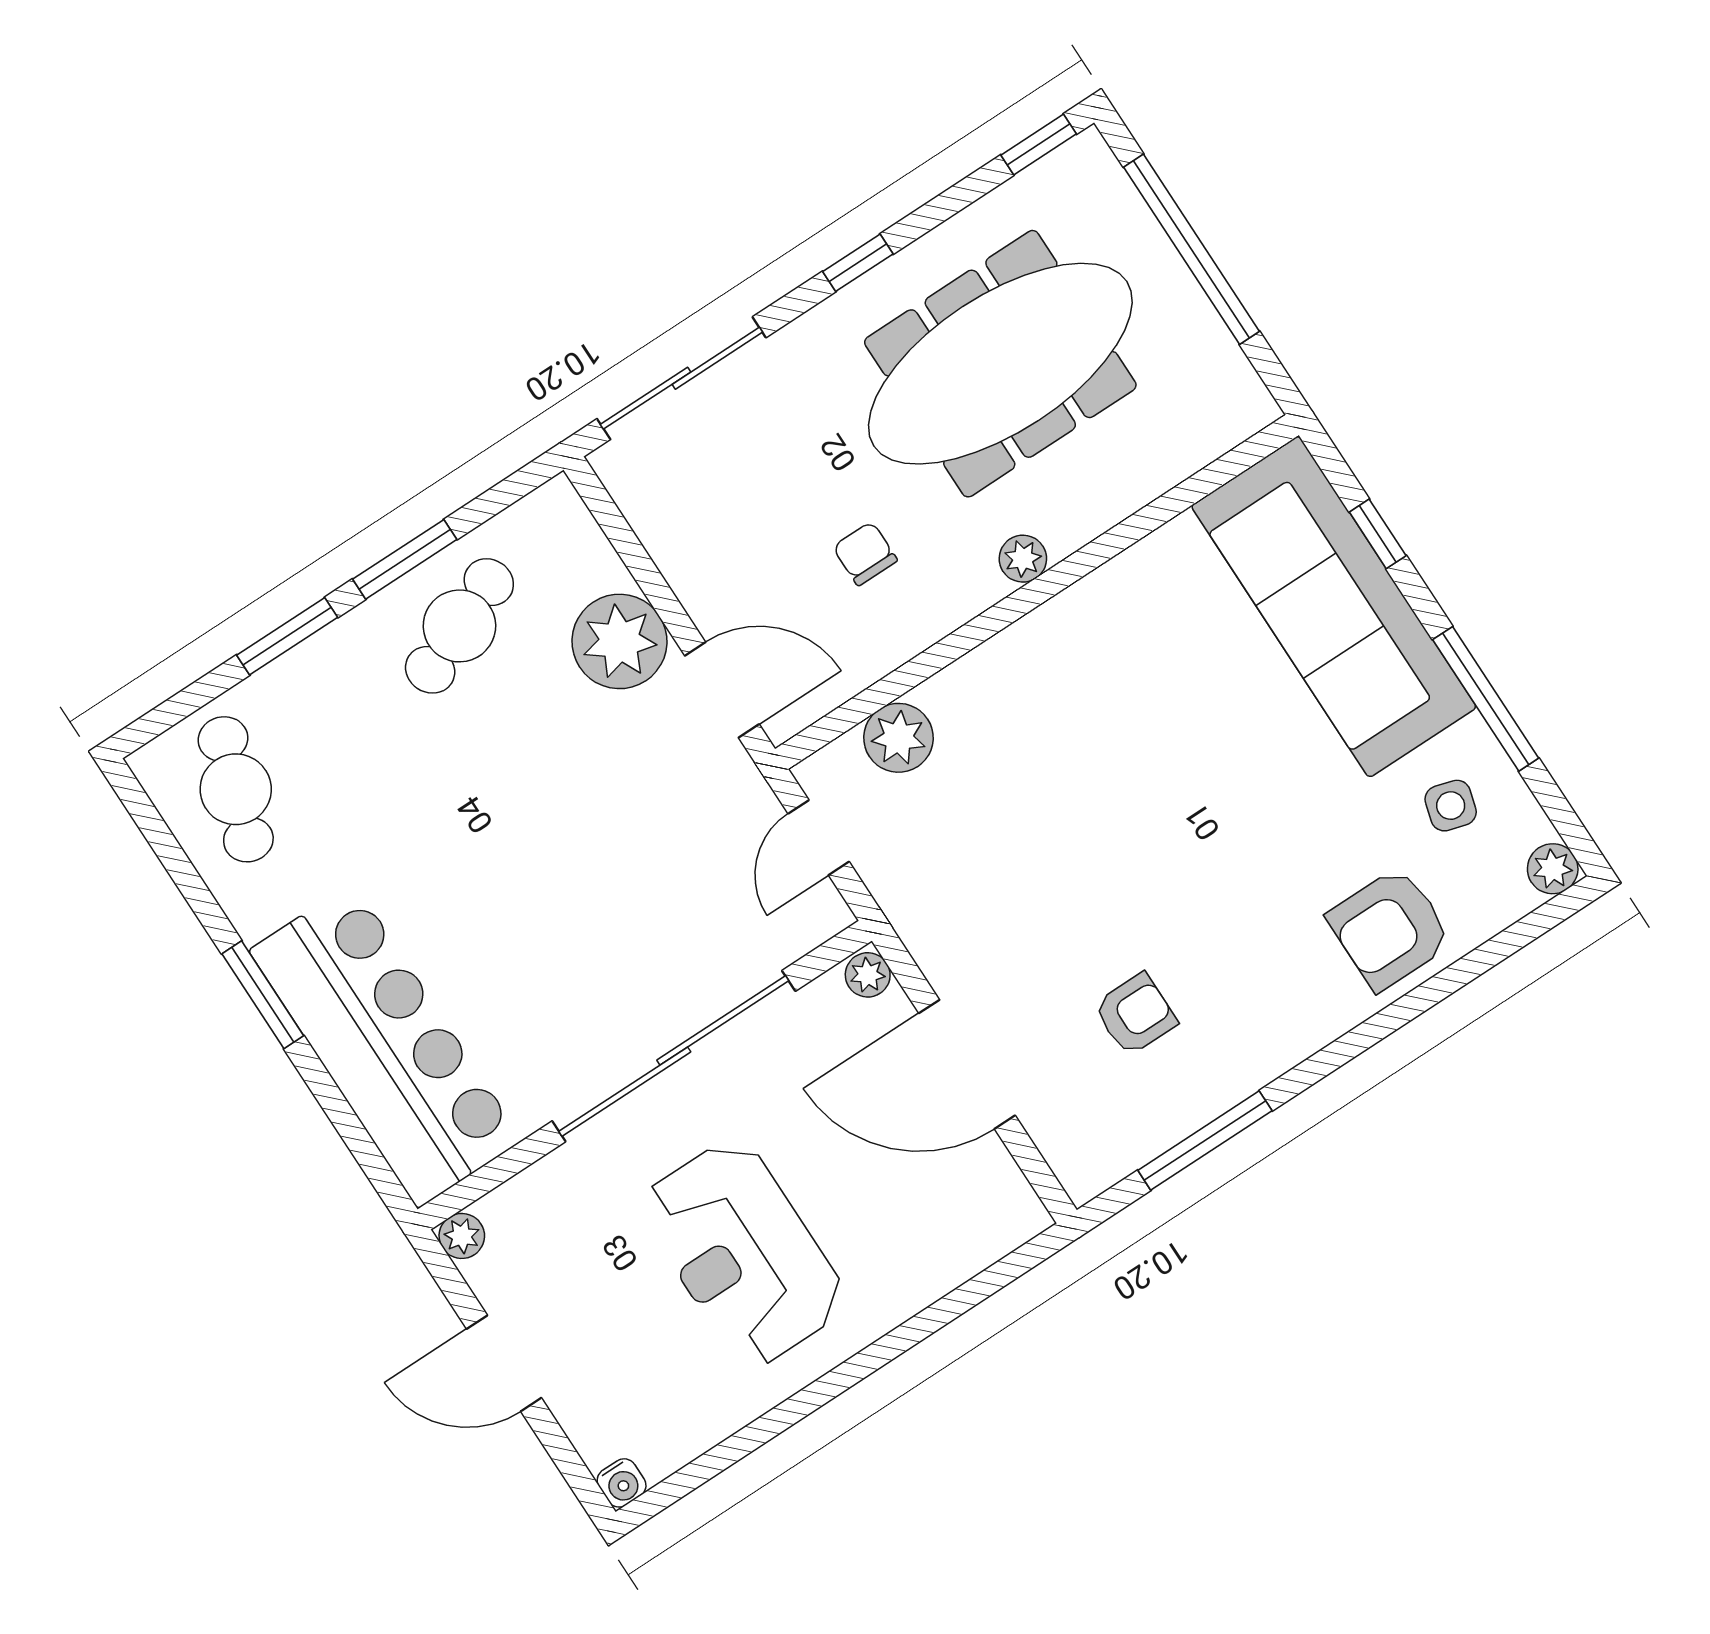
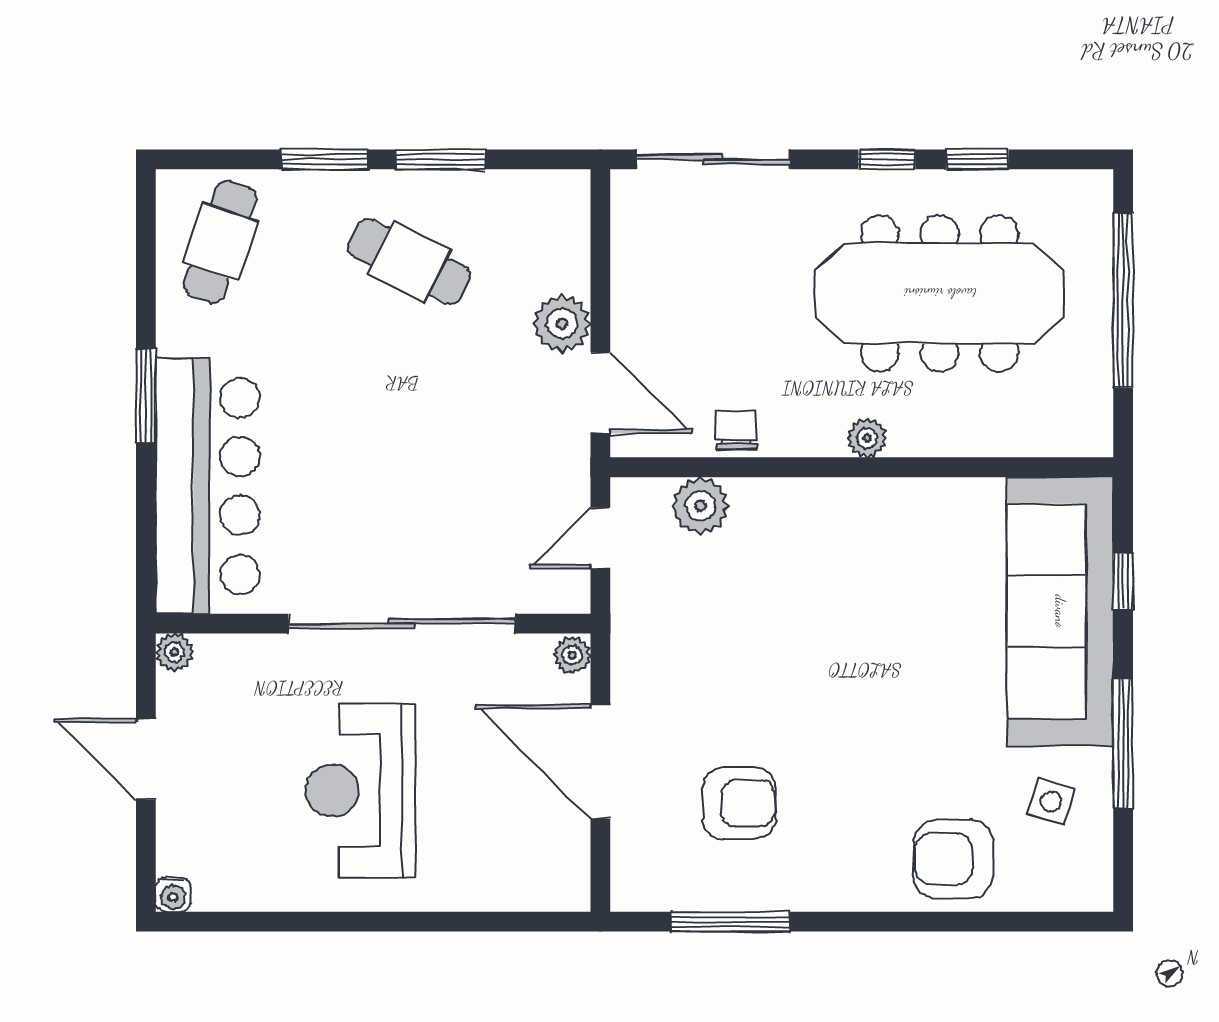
window: (1039, 144) -> (978, 159), moved
chair: (865, 554) -> (737, 430), moved
cafe table: (459, 626) -> (409, 262), moved, turned 50
plant: (620, 641) -> (562, 323), width x0.73, depth x0.73
plant: (1553, 869) -> (1093, 891), removed
armchair: (1135, 1014) -> (739, 803), width x1.38, depth x1.38

